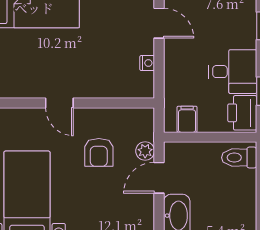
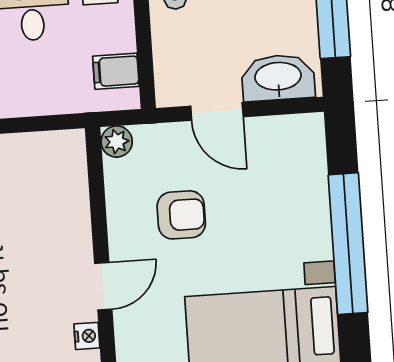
nightstand: (147, 63) -> (87, 336), moved, turned 90
plant: (145, 151) -> (117, 142), moved

